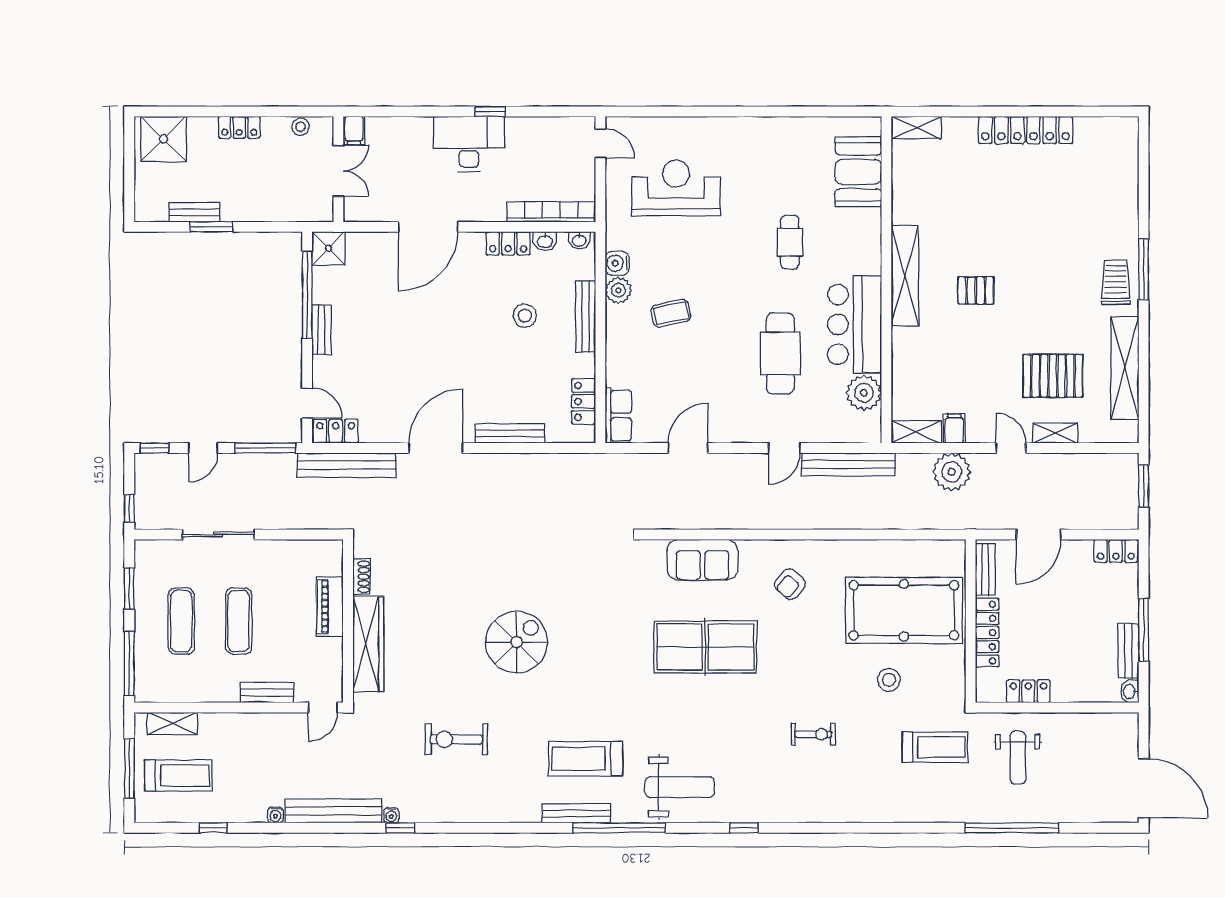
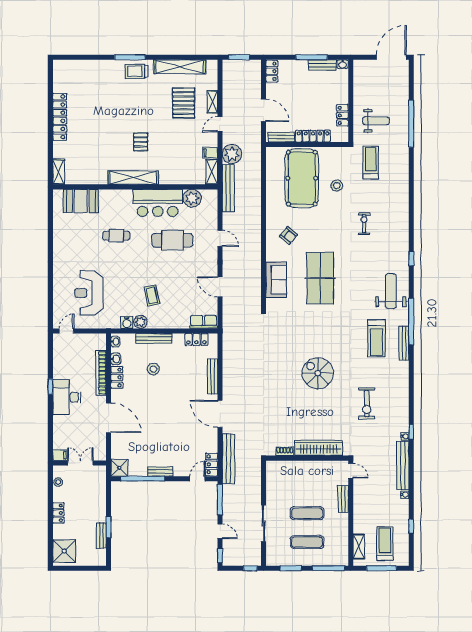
bookcase: (551, 212) -> (101, 373), moved
bench: (848, 464) -> (228, 188), moved
piano: (330, 607) -> (300, 467), removed

